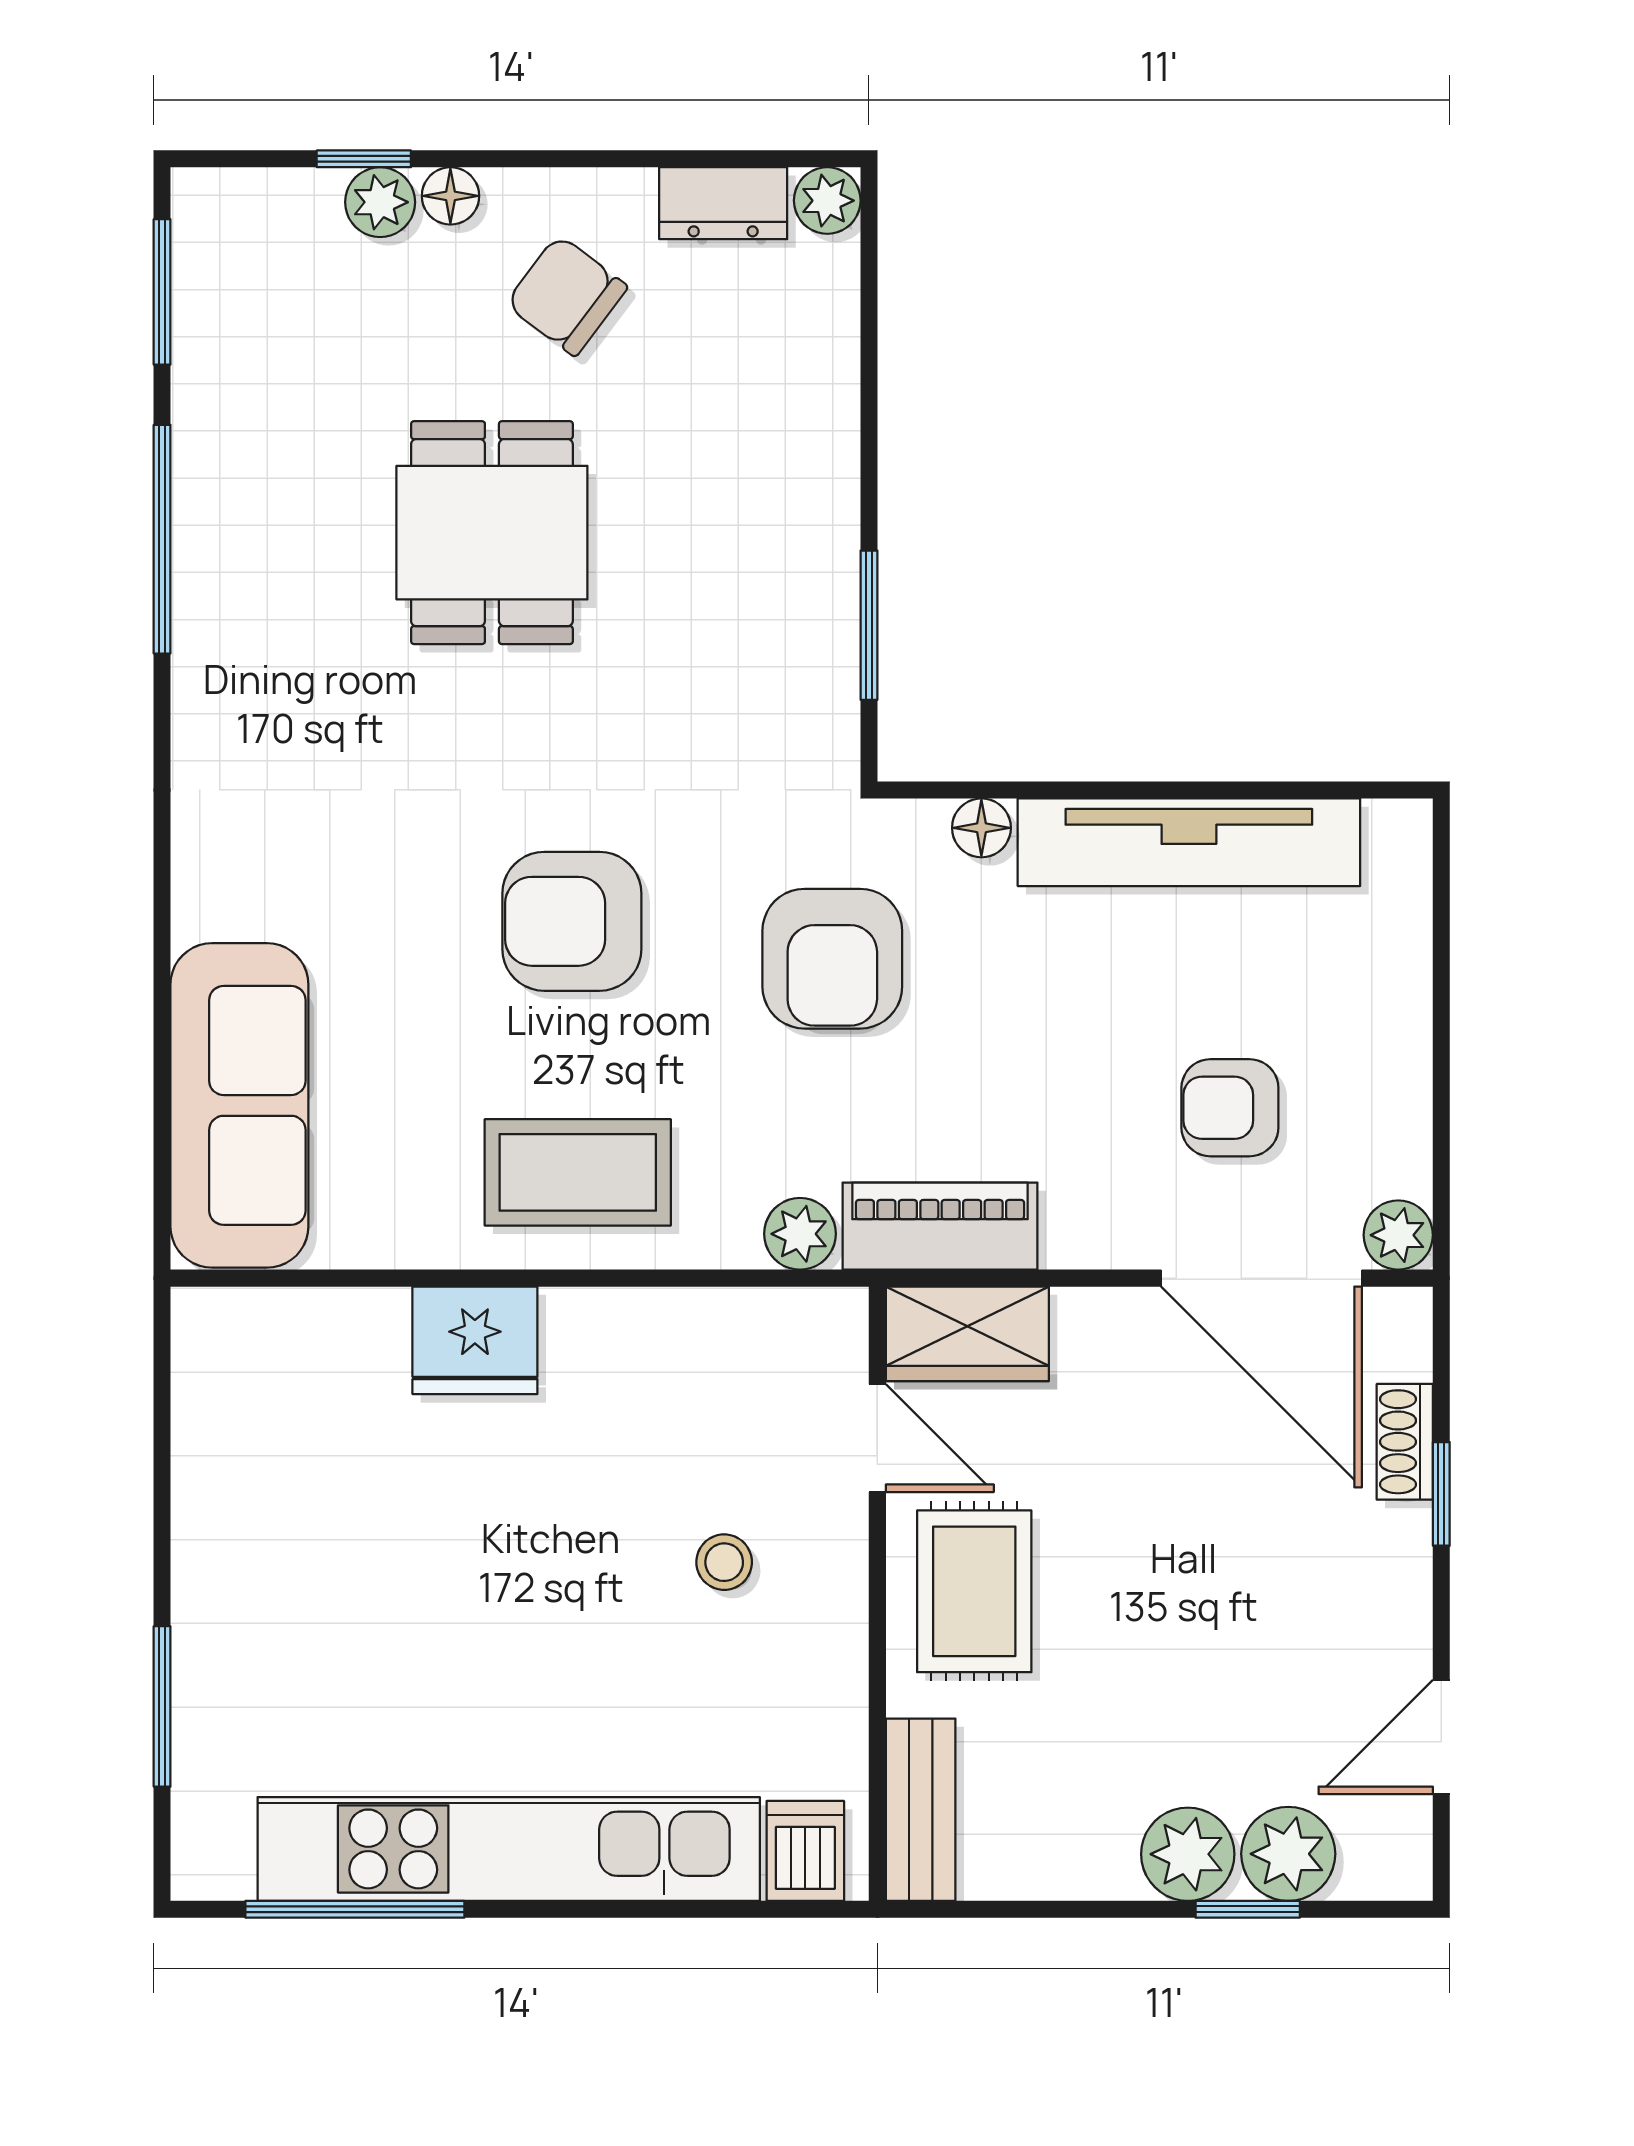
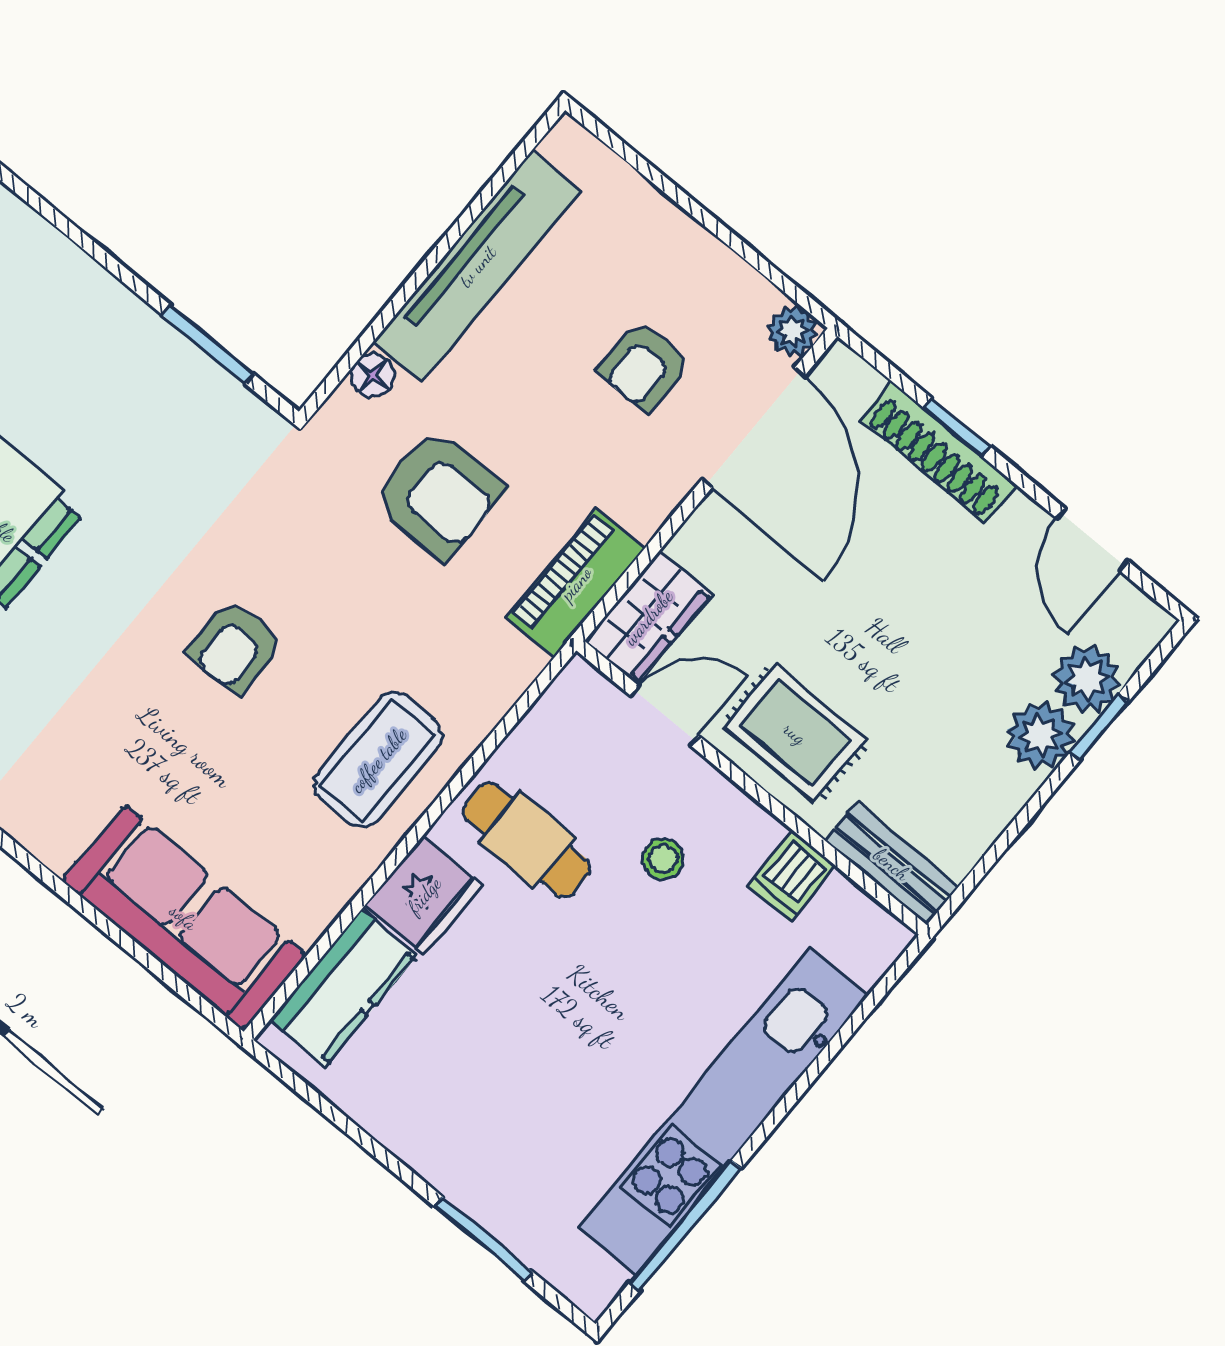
armchair: (572, 921) -> (235, 647), width x0.72, depth x0.72
armchair: (832, 959) -> (438, 494), moved
plant: (800, 1234) -> (515, 664), removed
door: (1262, 1278) -> (753, 428), hinge flipped
kitchen counter: (306, 1337) -> (343, 988), added
cafe table: (624, 1401) -> (527, 840), added
shoe rack: (1405, 1442) -> (938, 452), width x1.94, depth x1.24
dishwasher: (805, 1851) -> (791, 876), moved, turned -90

